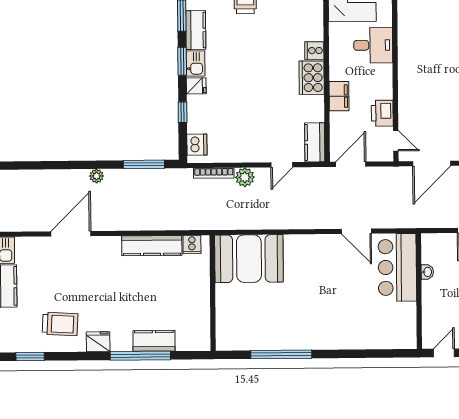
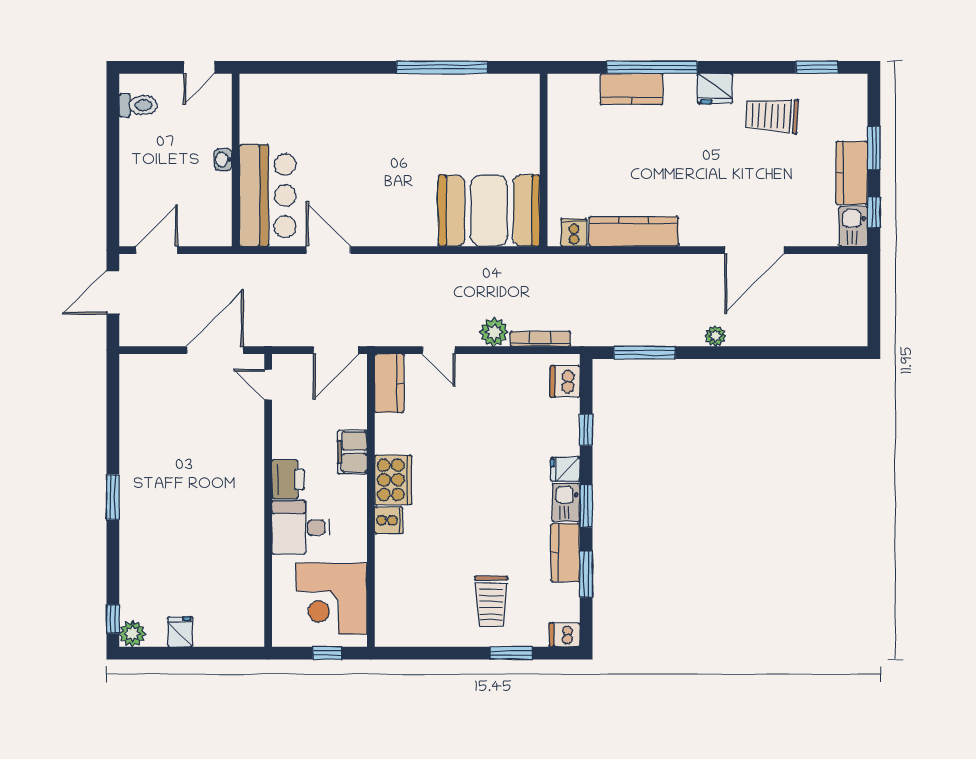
printer: (382, 113) -> (288, 479), moved
door: (282, 165) -> (439, 350), swing flipped
washbasin: (427, 272) -> (223, 160), moved

